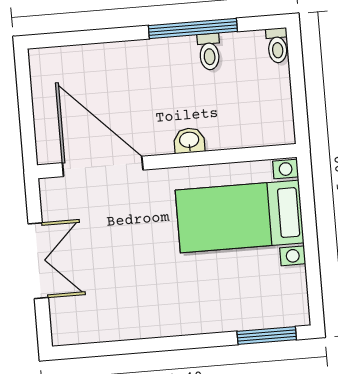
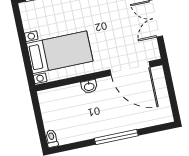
window: (193, 28) -> (116, 137), moved
toilet: (209, 52) -> (85, 131), removed

